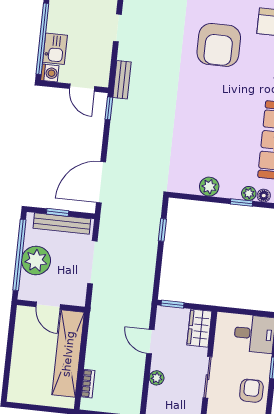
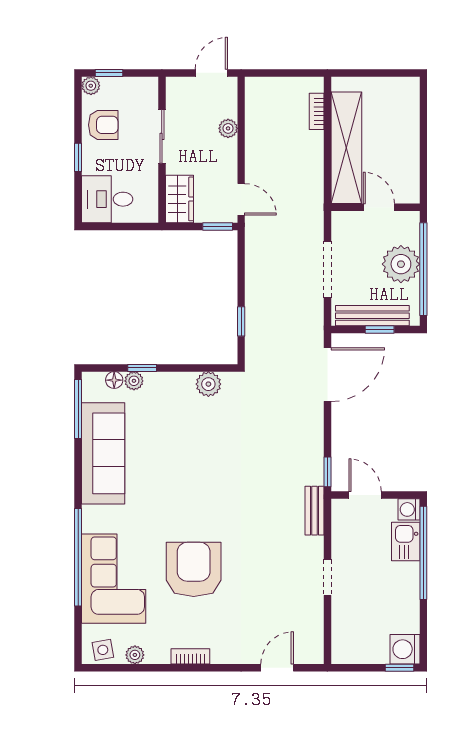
plant: (209, 187) -> (208, 384), moved
door: (150, 342) -> (241, 199), moved
armchair: (251, 391) -> (103, 125), turned -90

